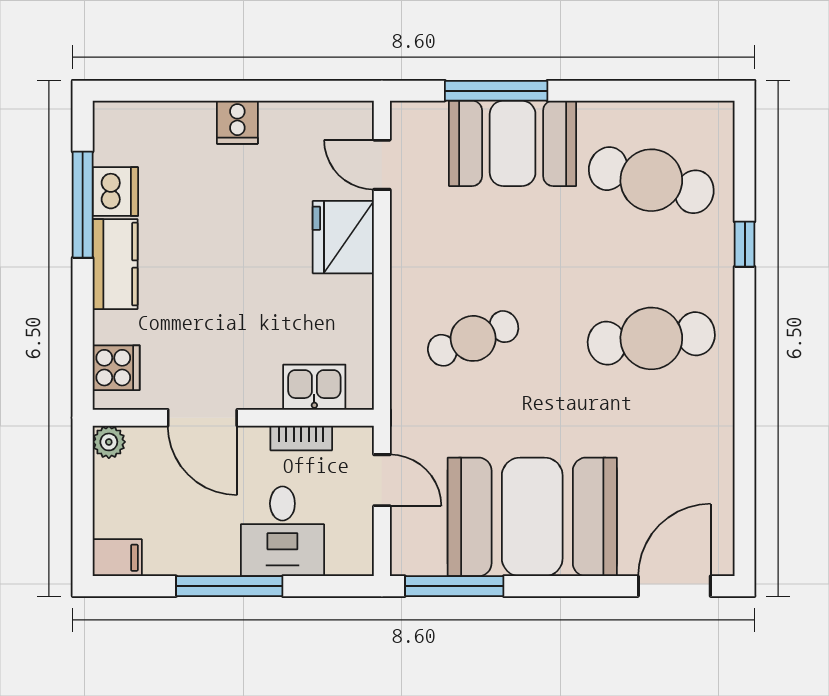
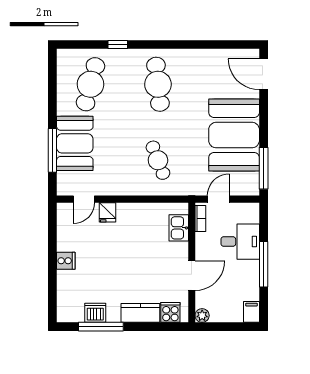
fridge: (343, 237) -> (108, 212), width x0.53, depth x0.75
kitchen counter: (115, 264) -> (140, 313), moved
bookcase: (301, 438) -> (200, 219), moved

